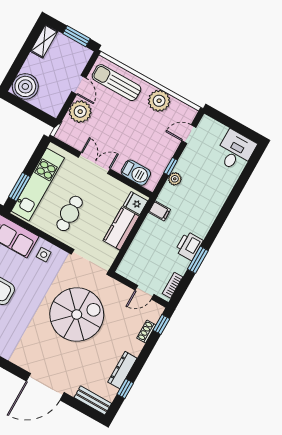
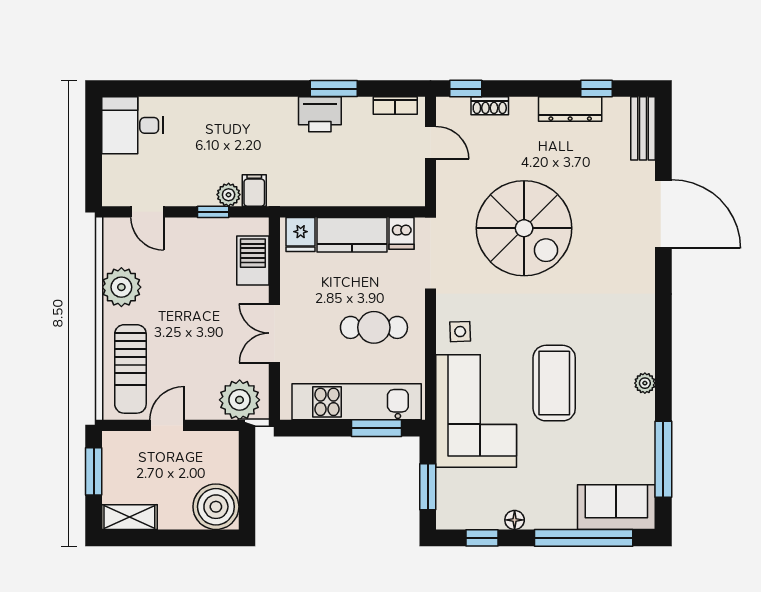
plant: (80, 112) -> (240, 400), moved
filing cabinet: (160, 211) -> (254, 190), moved
dishwasher: (108, 253) -> (401, 233), added
spiral stairs: (77, 315) -> (524, 228), turned 180

